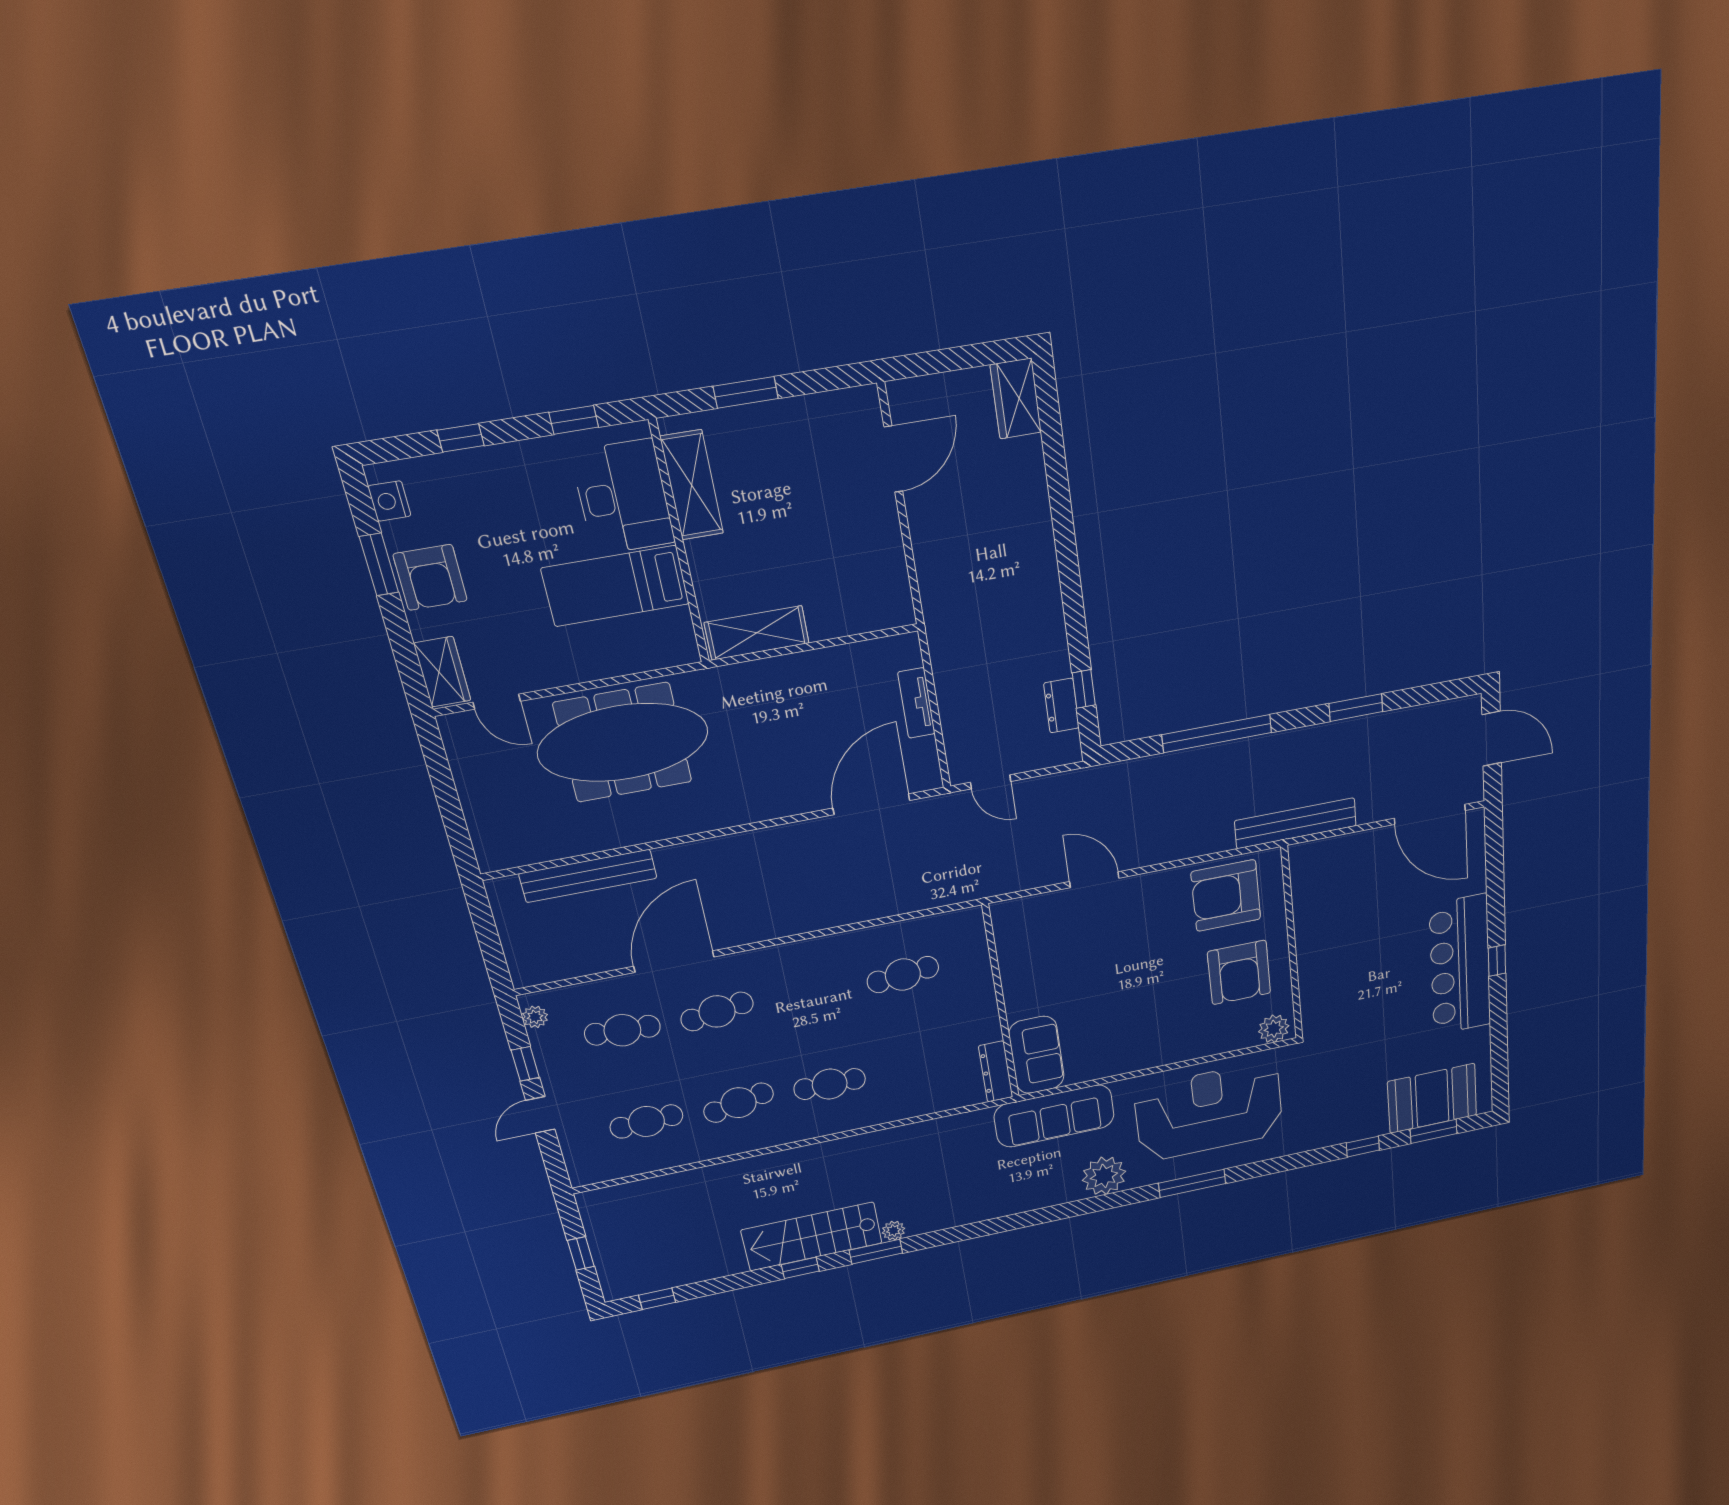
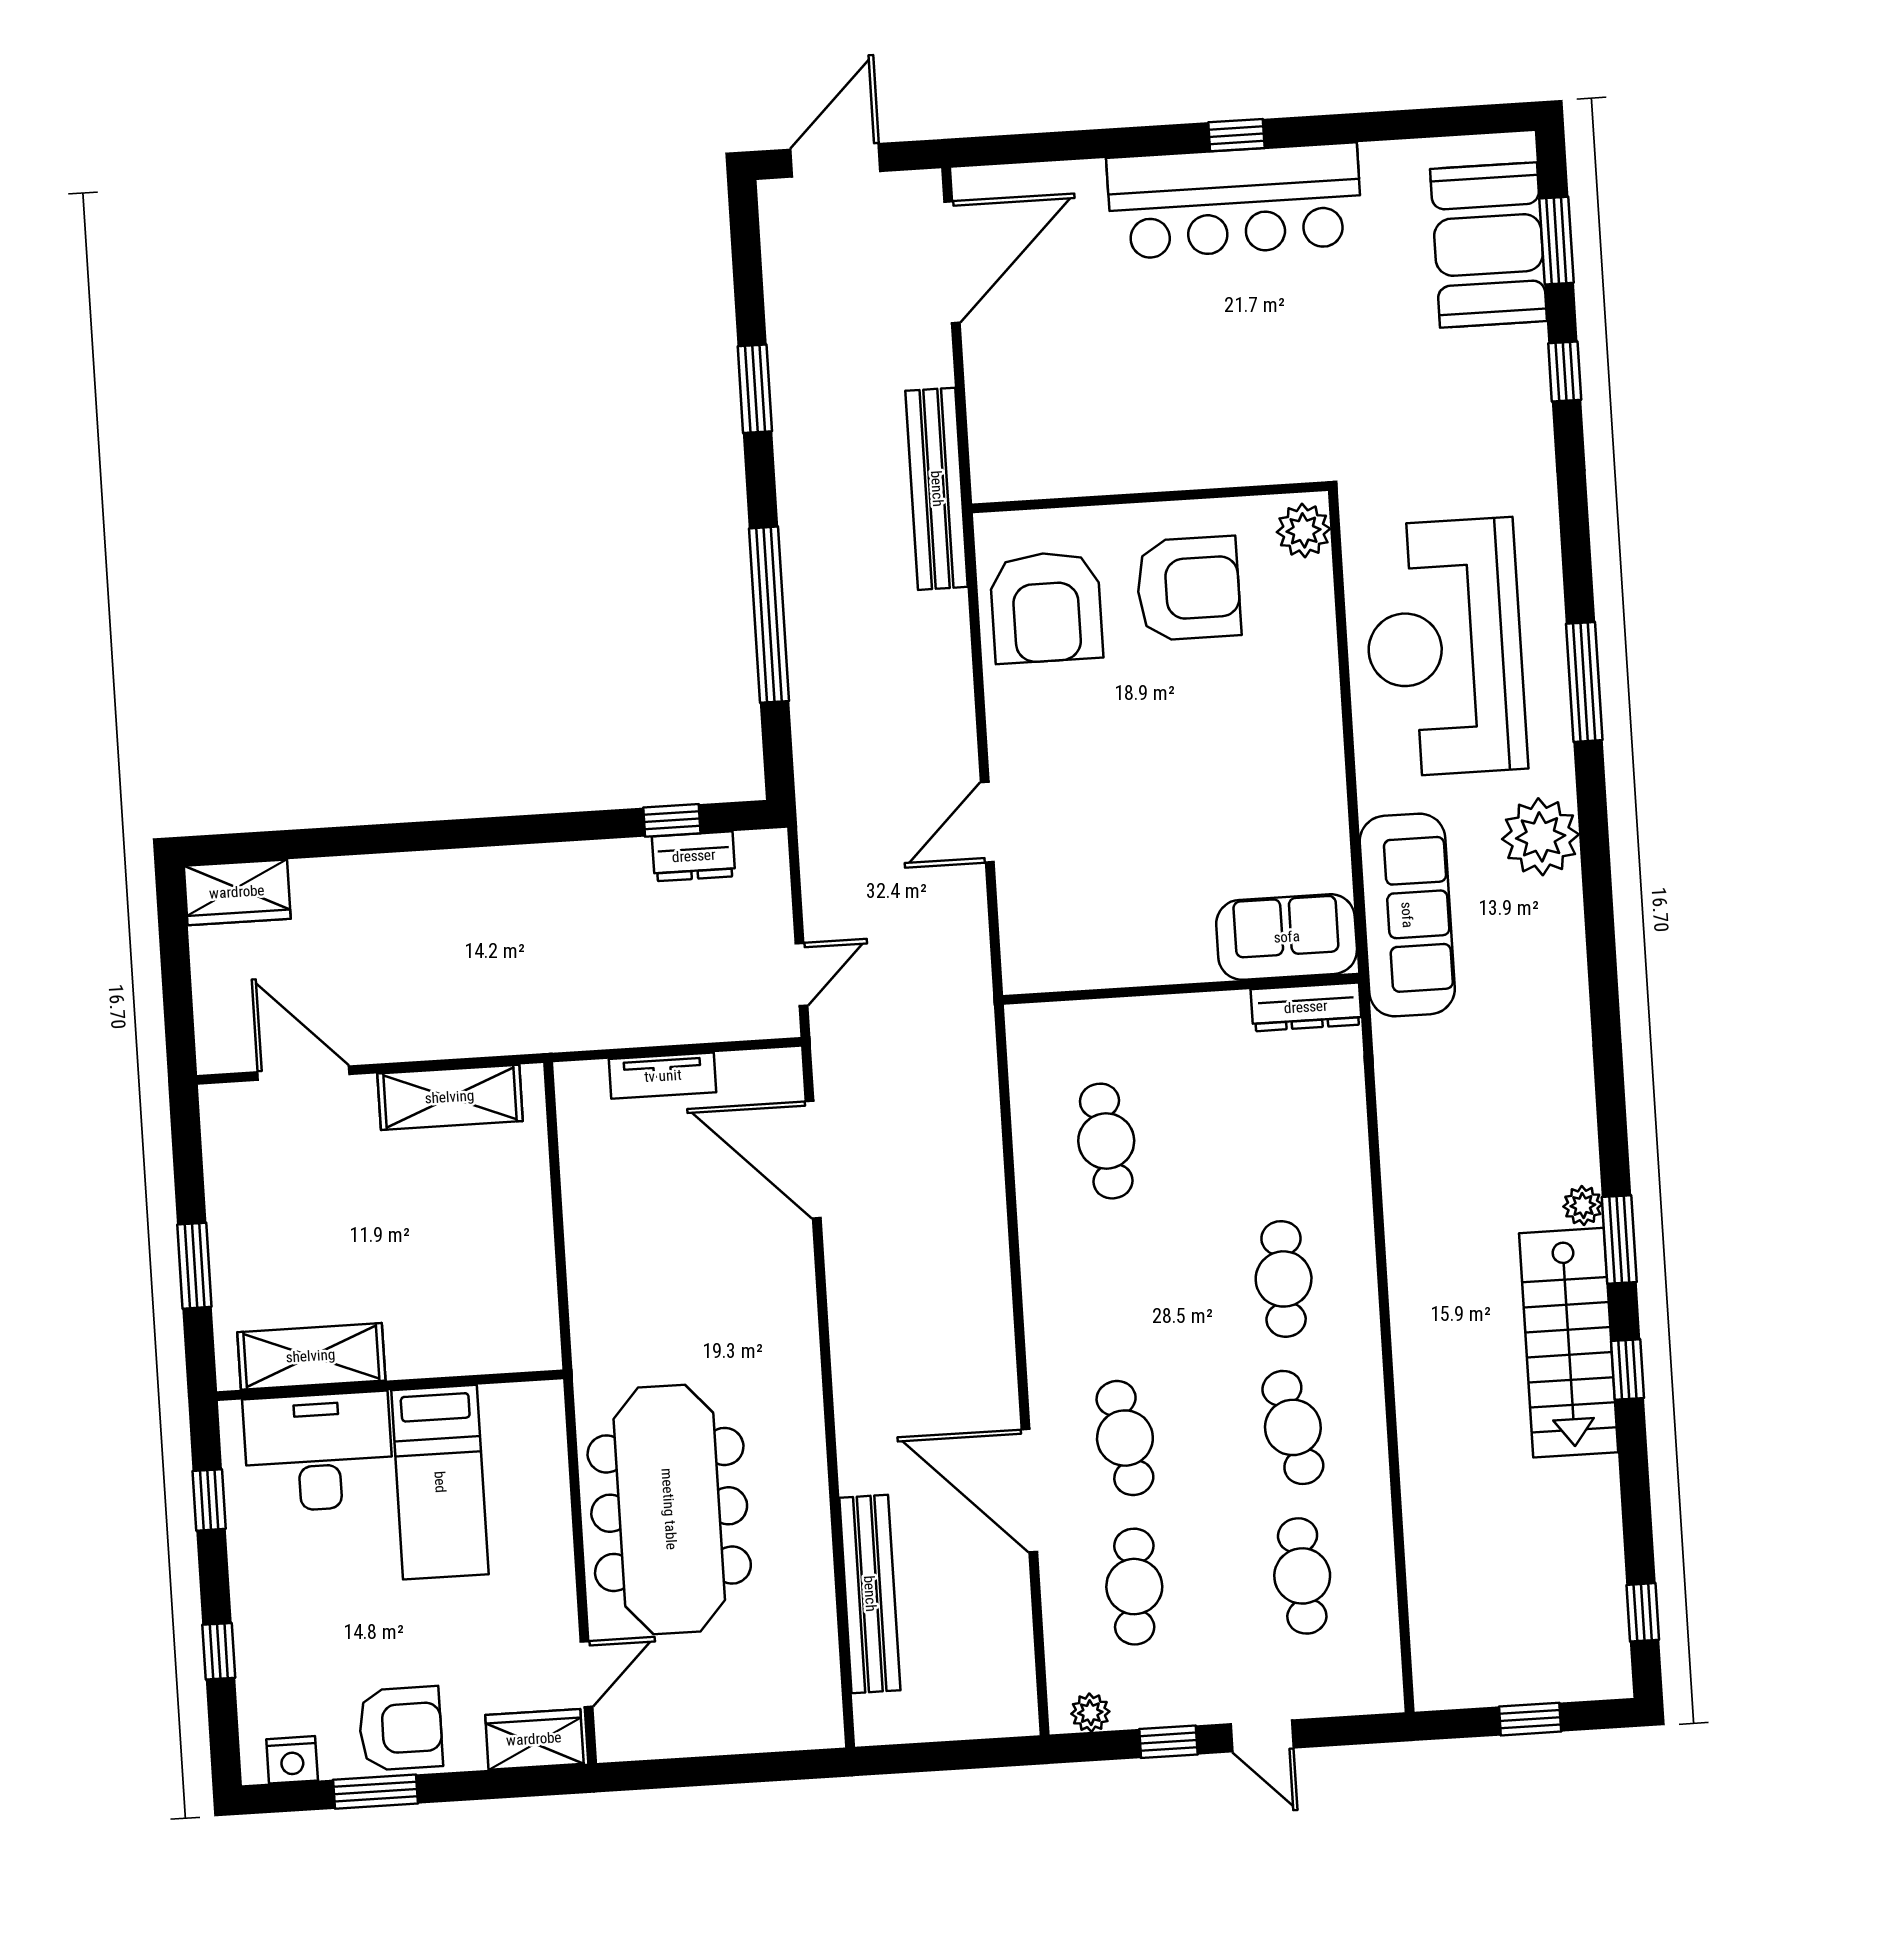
shelving: (757, 633) -> (450, 1097), moved, turned 90

